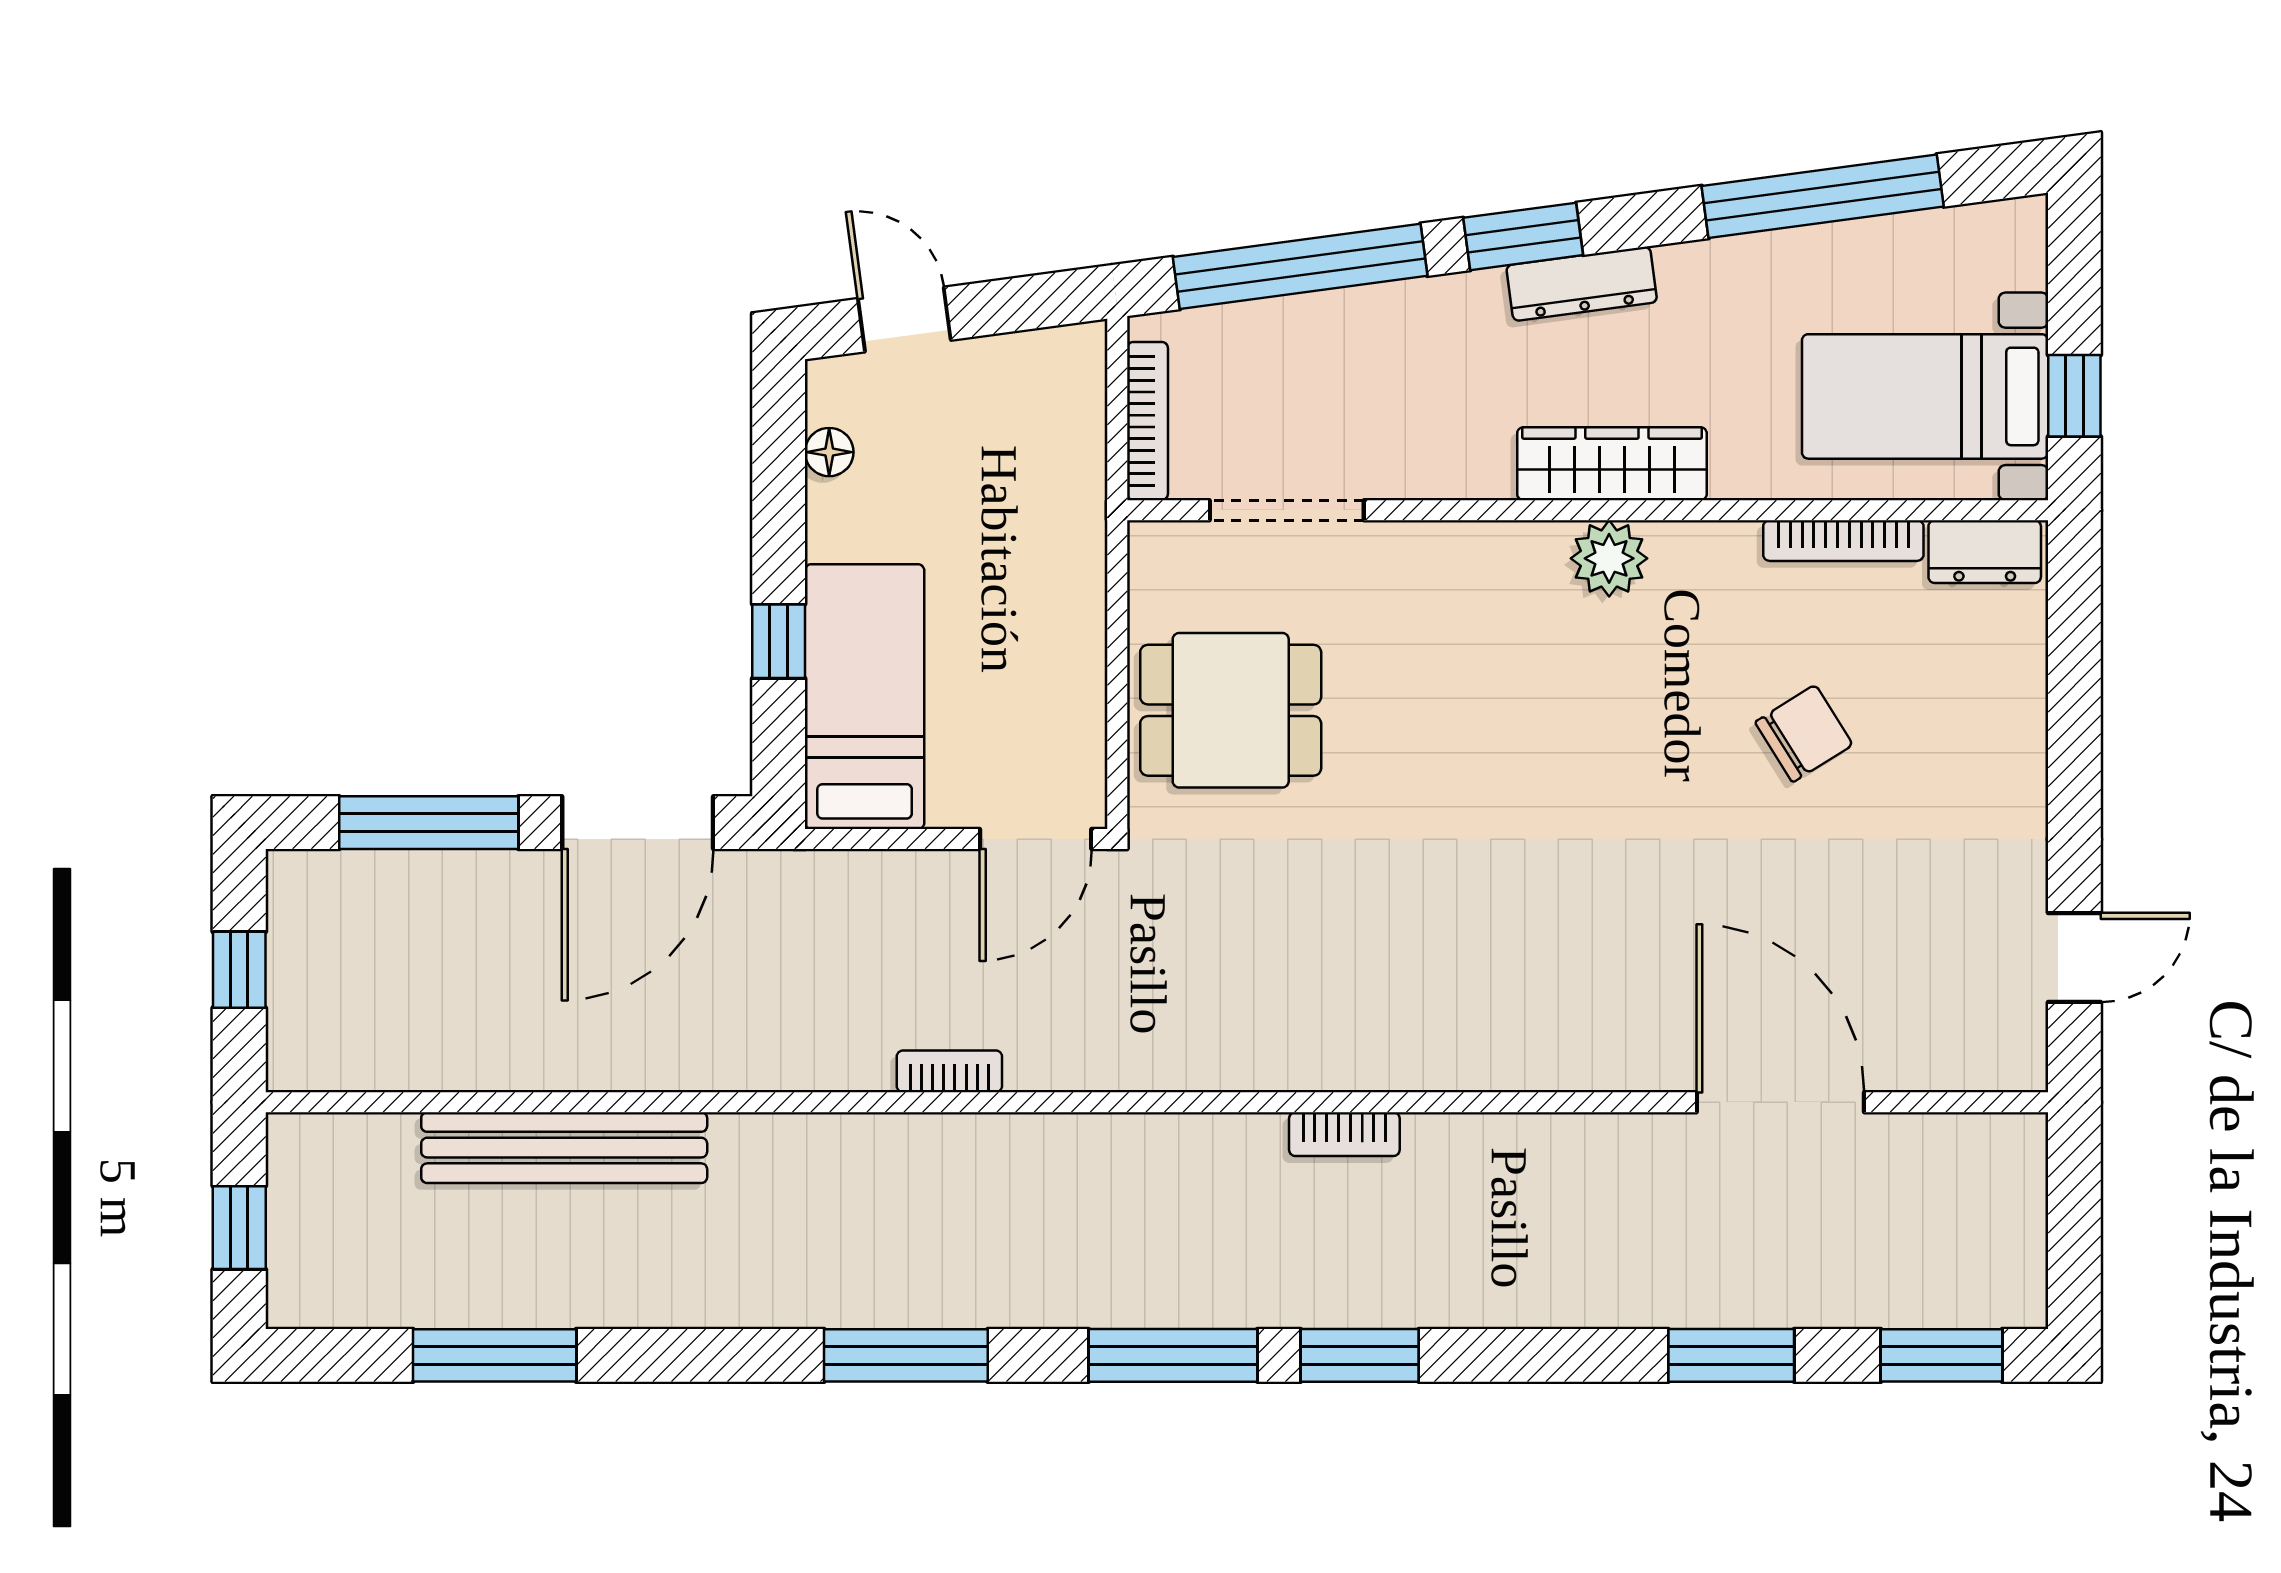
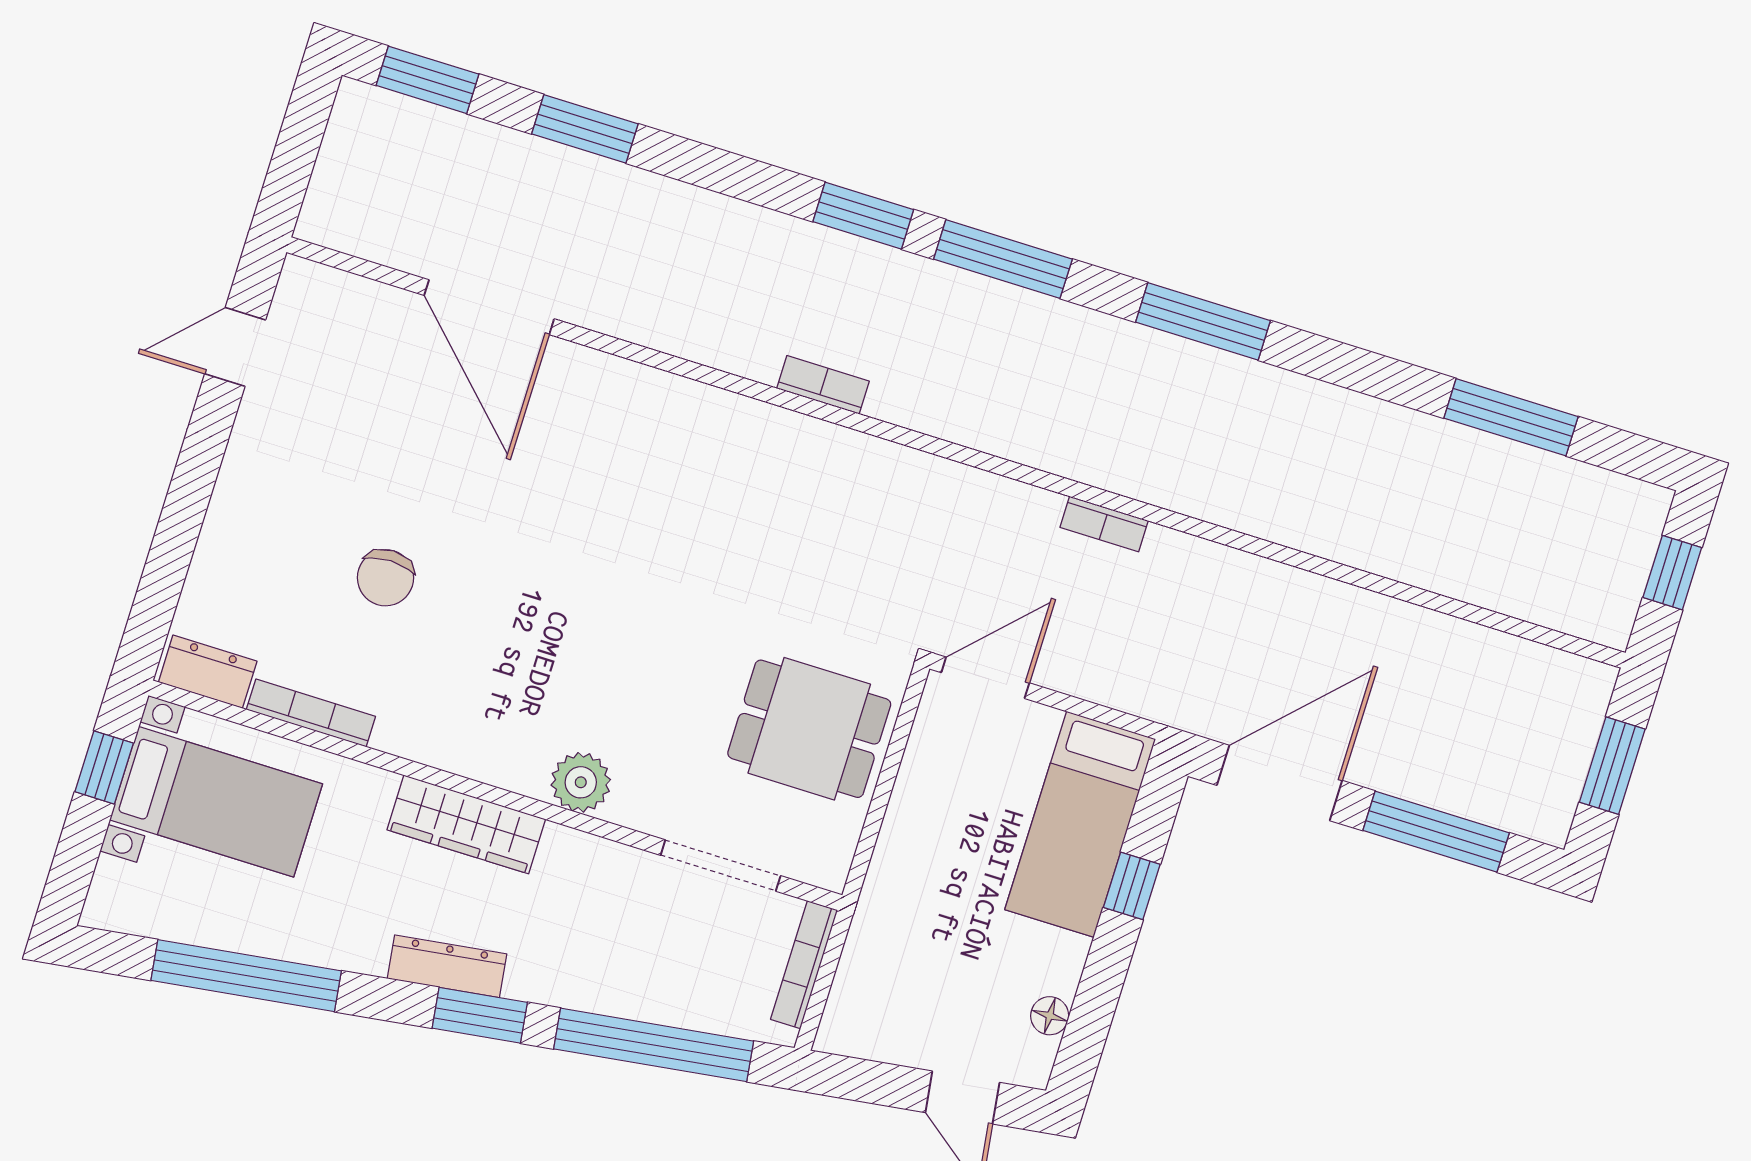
plant: (1609, 558) -> (581, 782), moved
chair: (1804, 733) -> (385, 578), turned -58
window: (239, 970) -> (1612, 766), width x1.50
bench: (564, 1148) -> (1410, 557), removed

